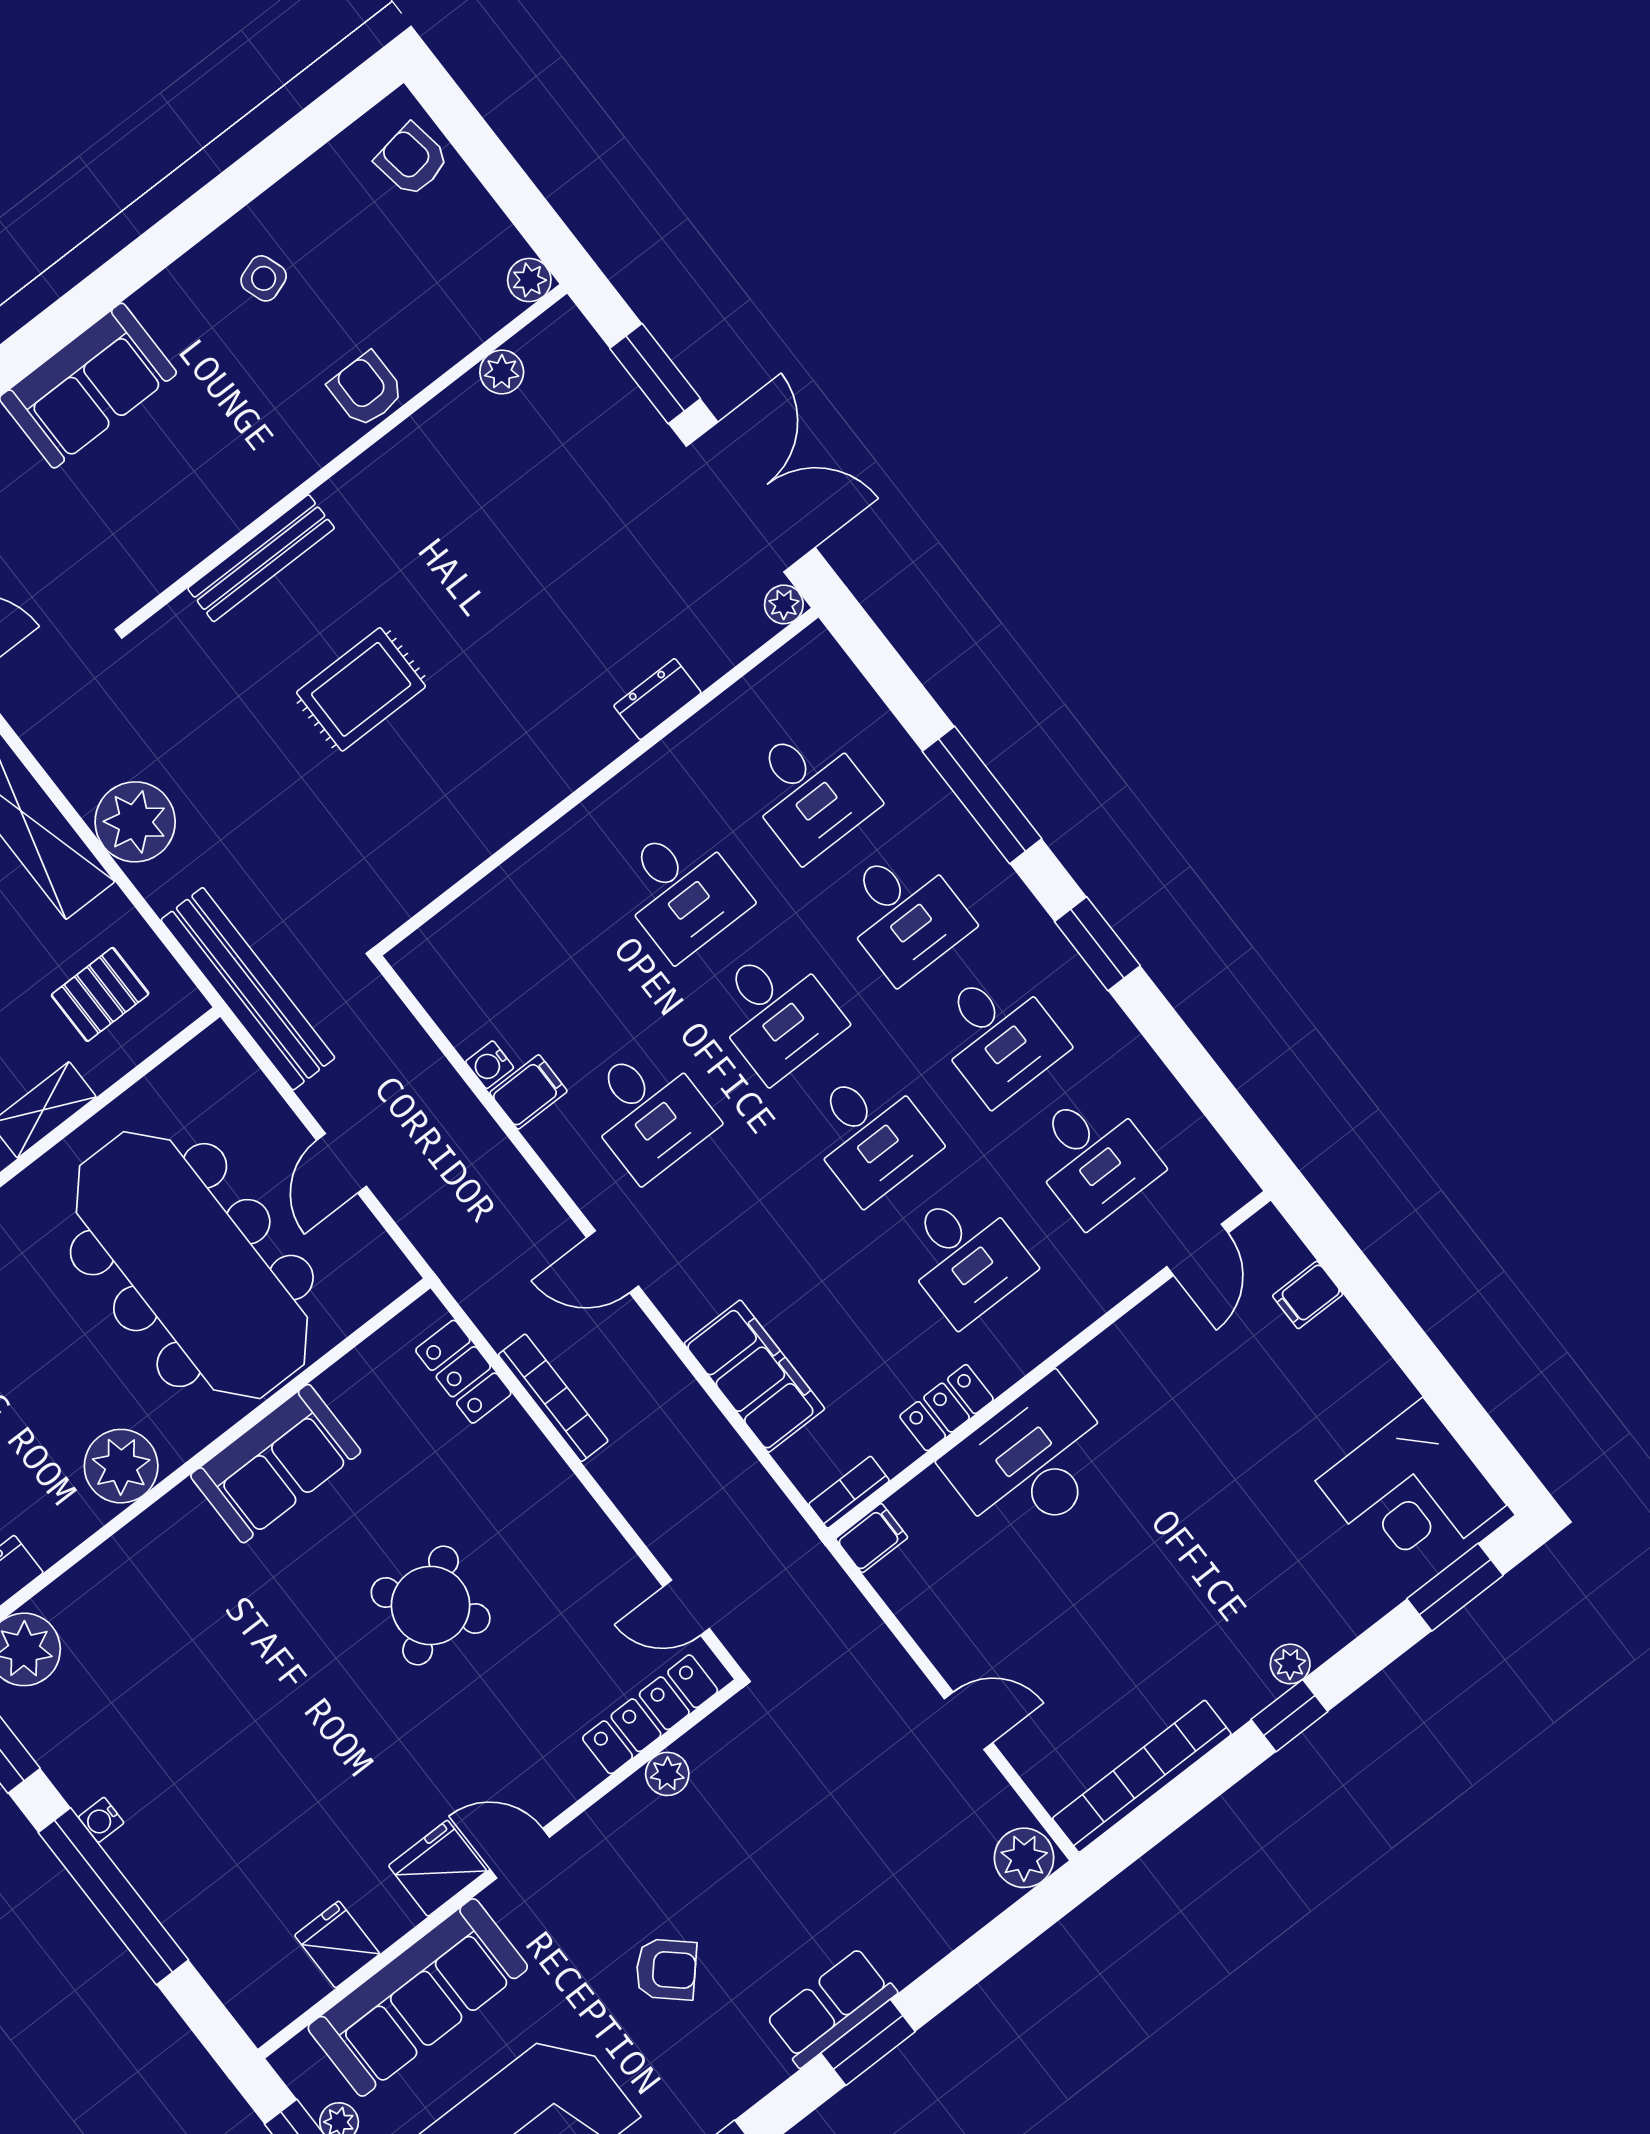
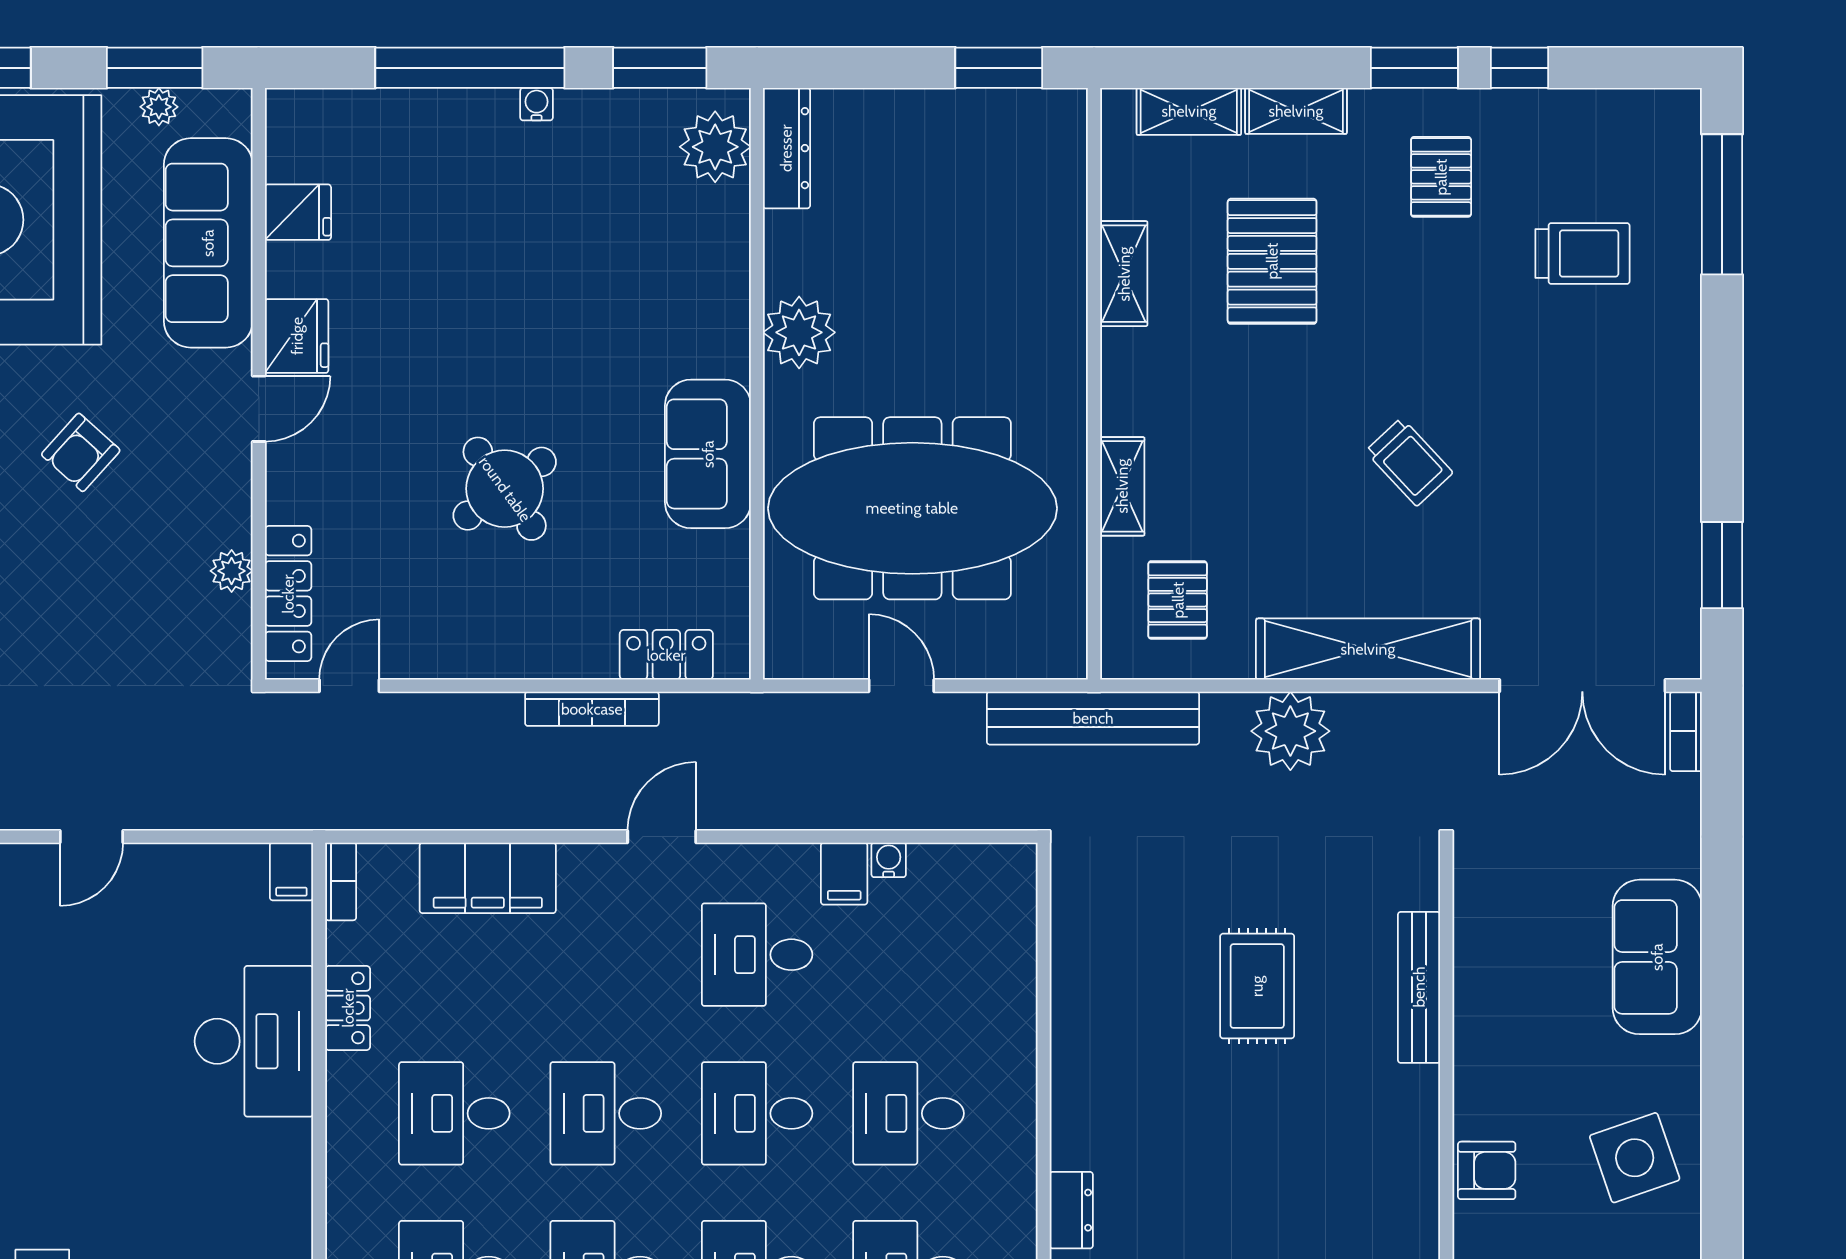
side table: (264, 278) -> (1635, 1158), width x1.87, depth x1.87

